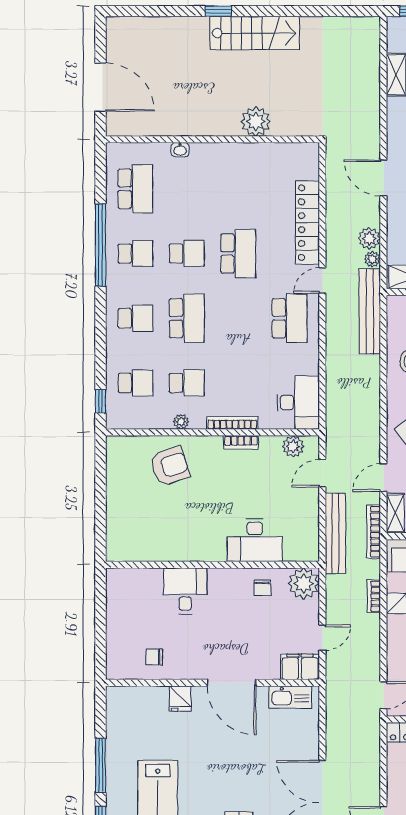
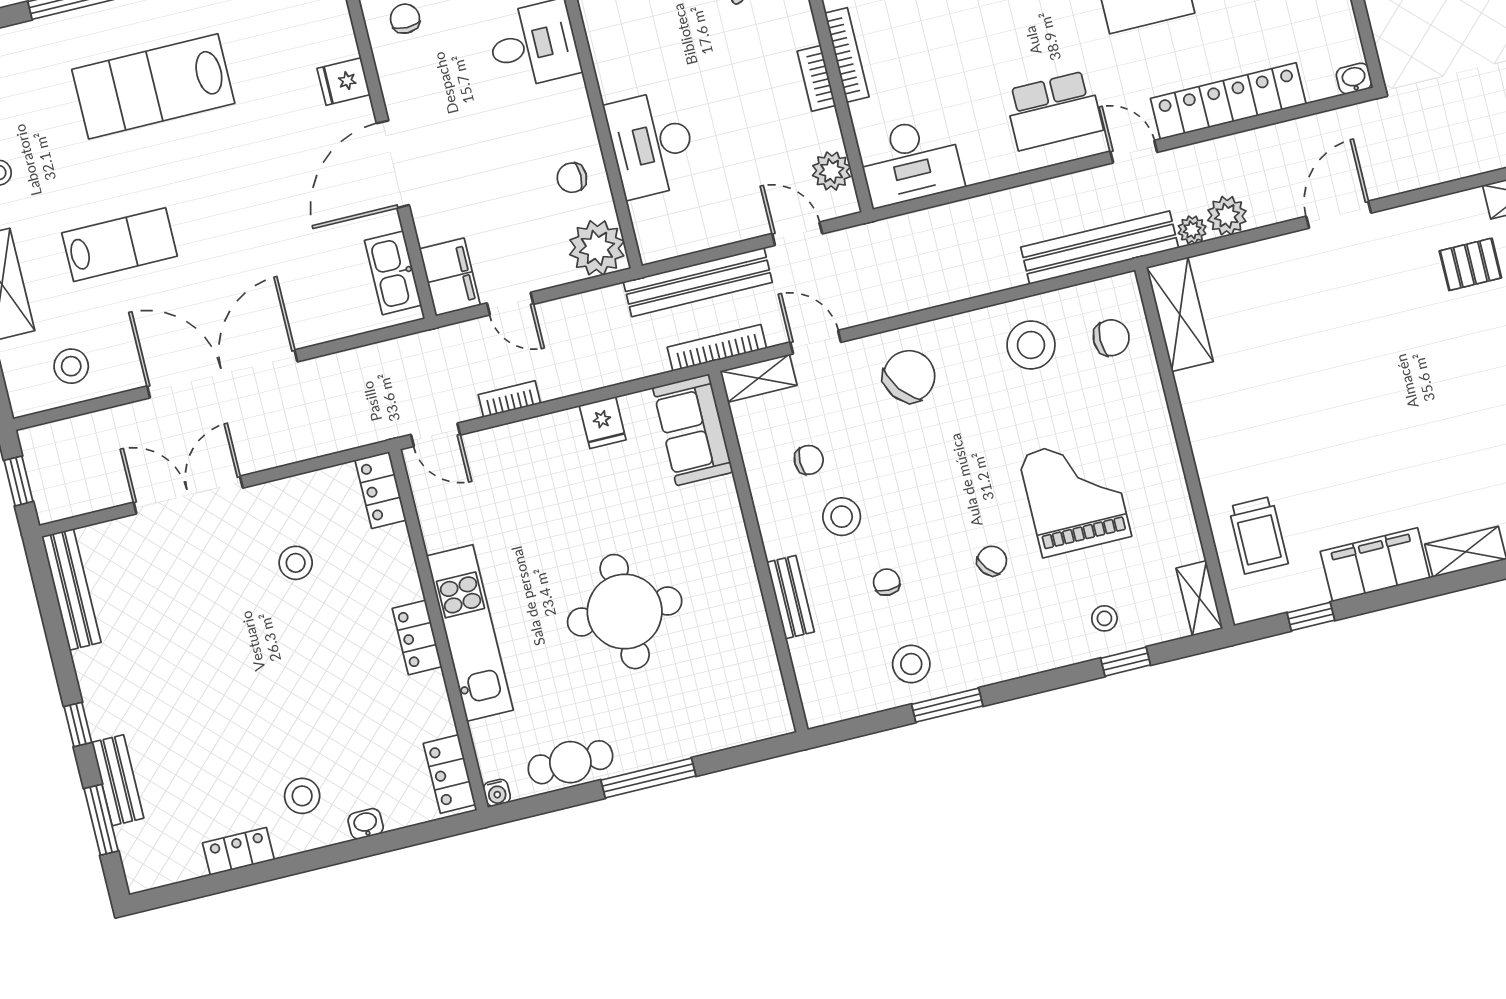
washbasin: (312, 152) -> (1354, 79), added
bookcase: (374, 596) -> (509, 399), moved

